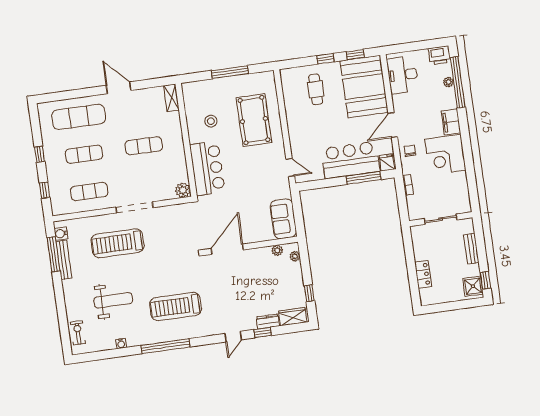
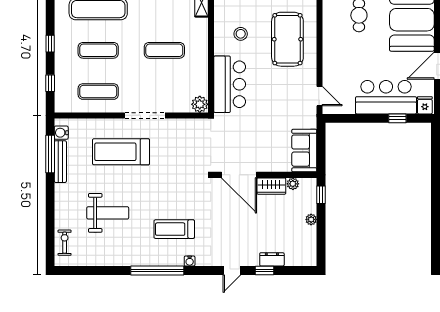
window: (364, 178) -> (397, 118), width x0.46
door: (227, 249) -> (239, 175), swing flipped
plant: (295, 256) -> (311, 219), moved
window: (309, 293) -> (321, 195), moved
treadmill: (176, 307) -> (174, 229), width x0.73, depth x0.73
wardrobe: (293, 317) -> (271, 186), moved, turned 180
water cooler: (121, 344) -> (190, 261), moved

